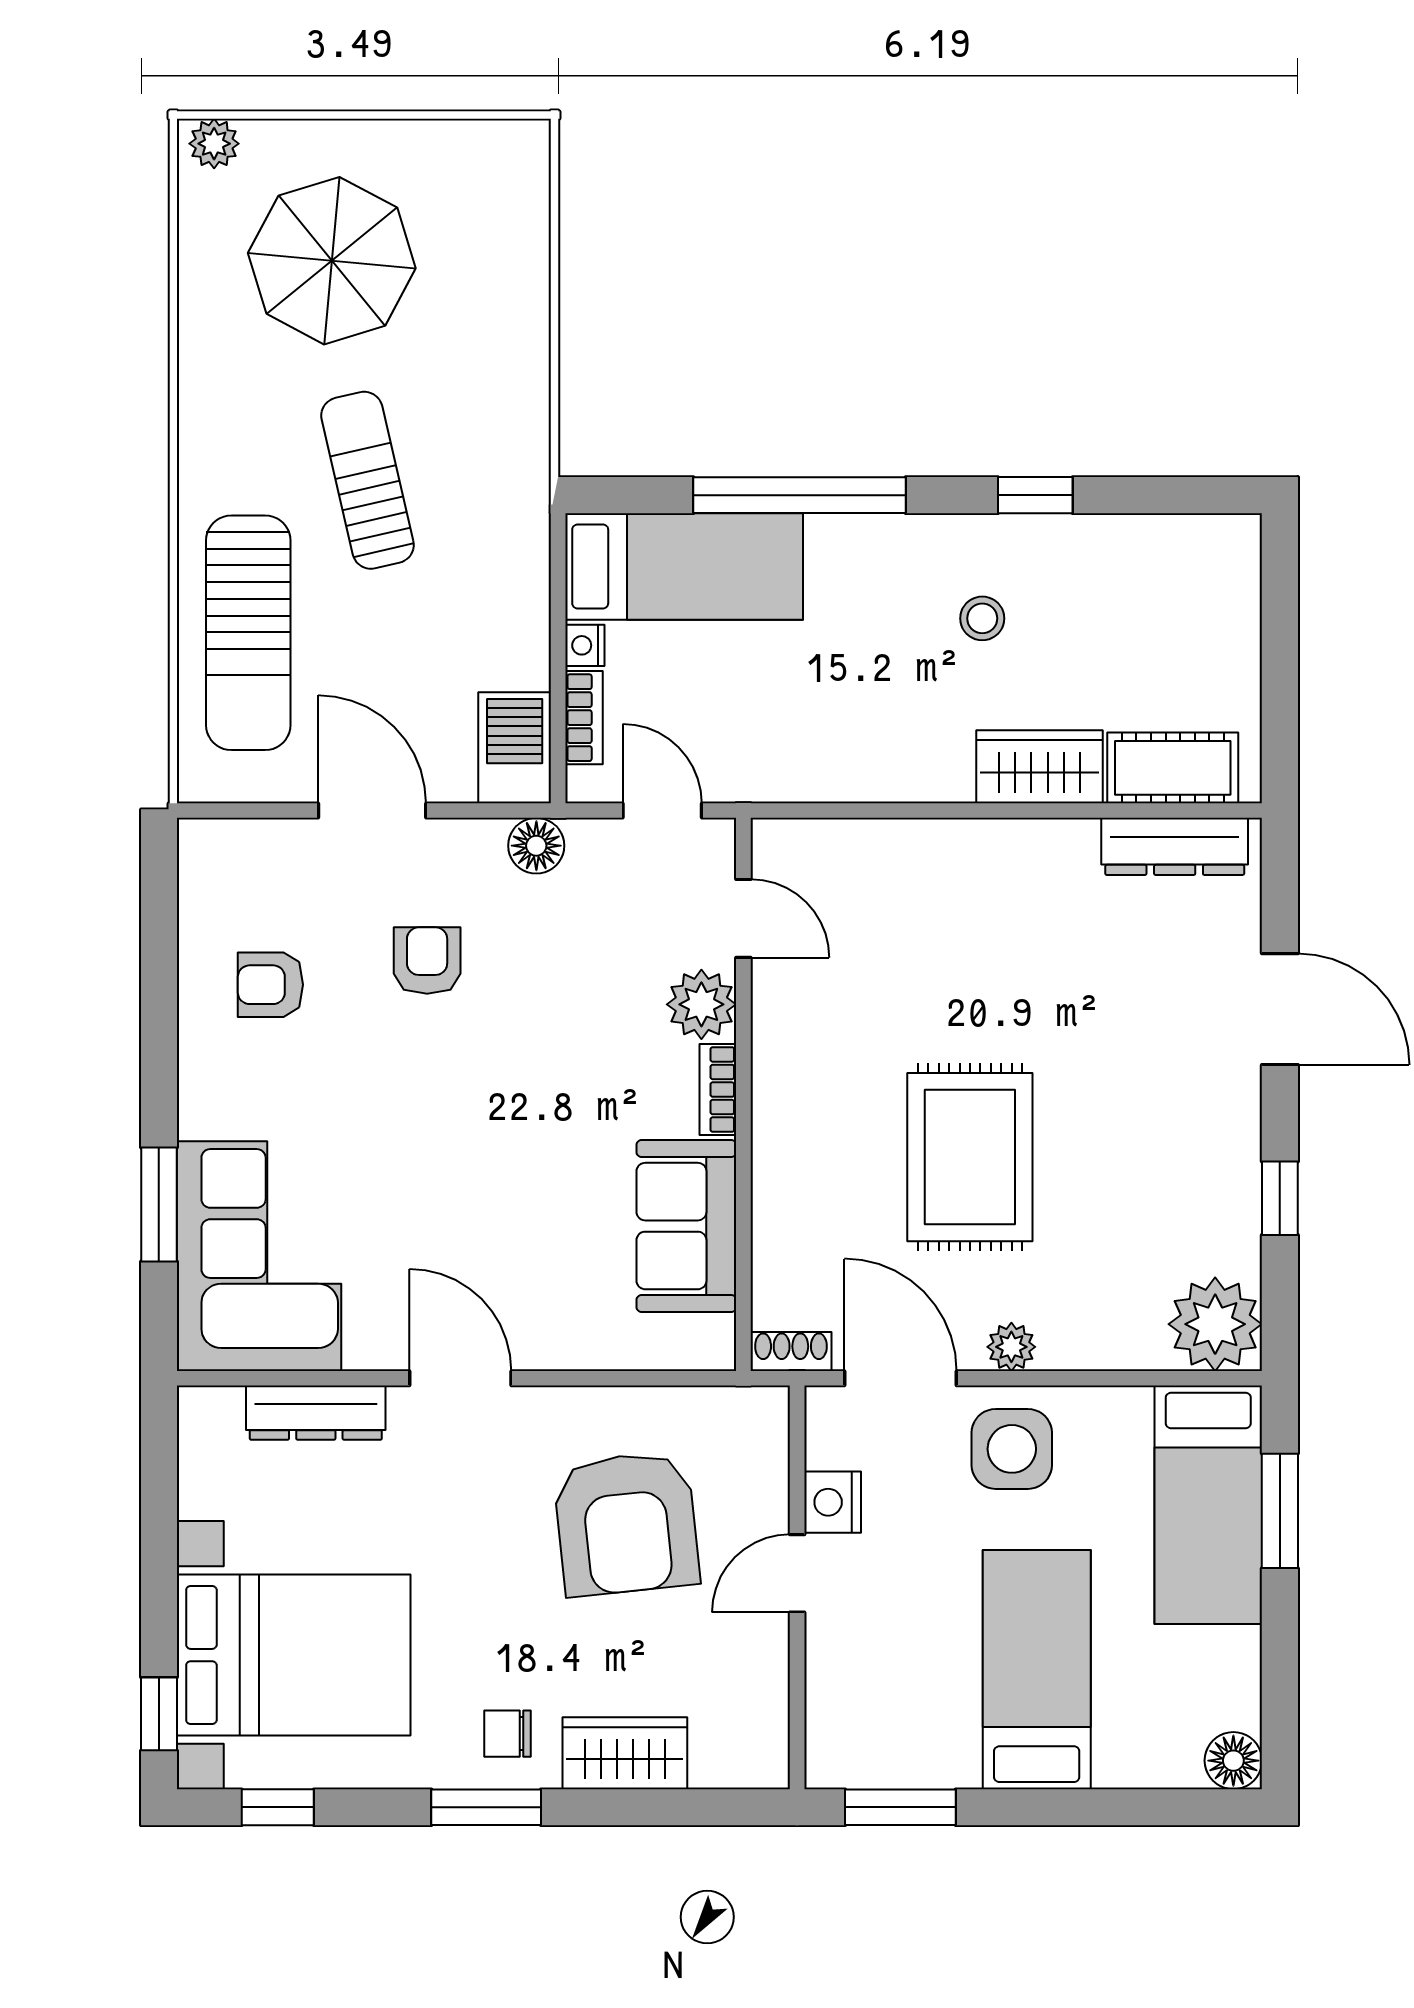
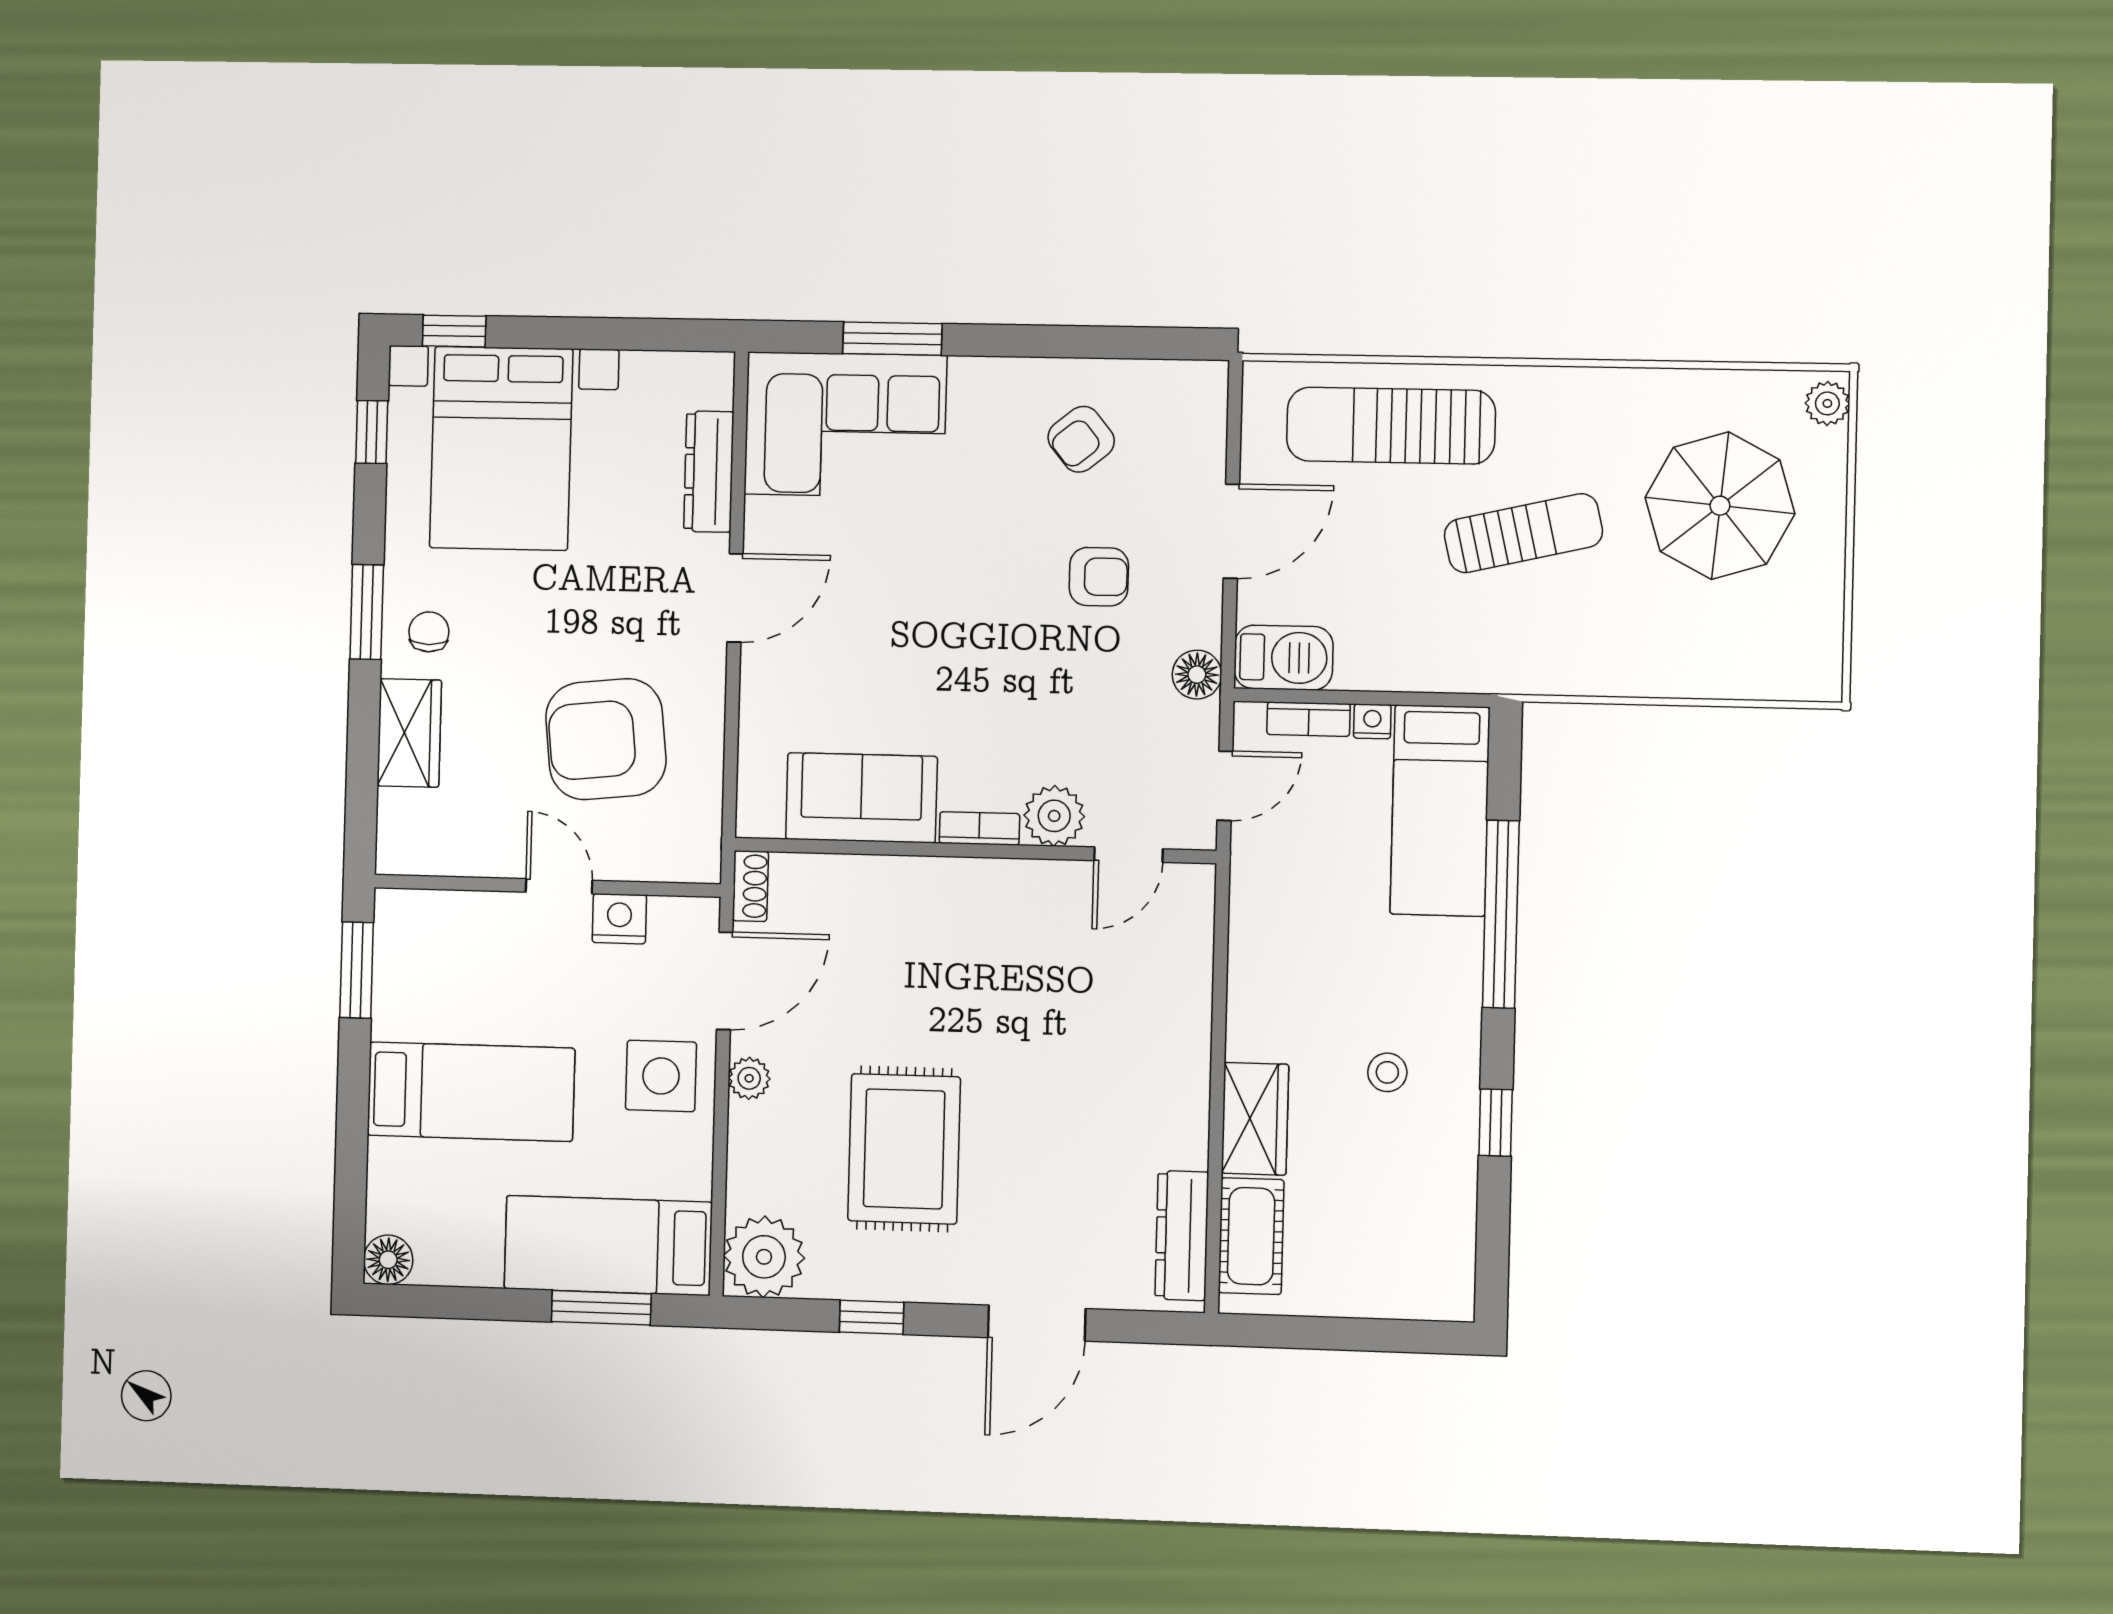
armchair: (270, 985) -> (1081, 439), turned -129
rug: (970, 1157) -> (904, 1149), moved, turned 90

